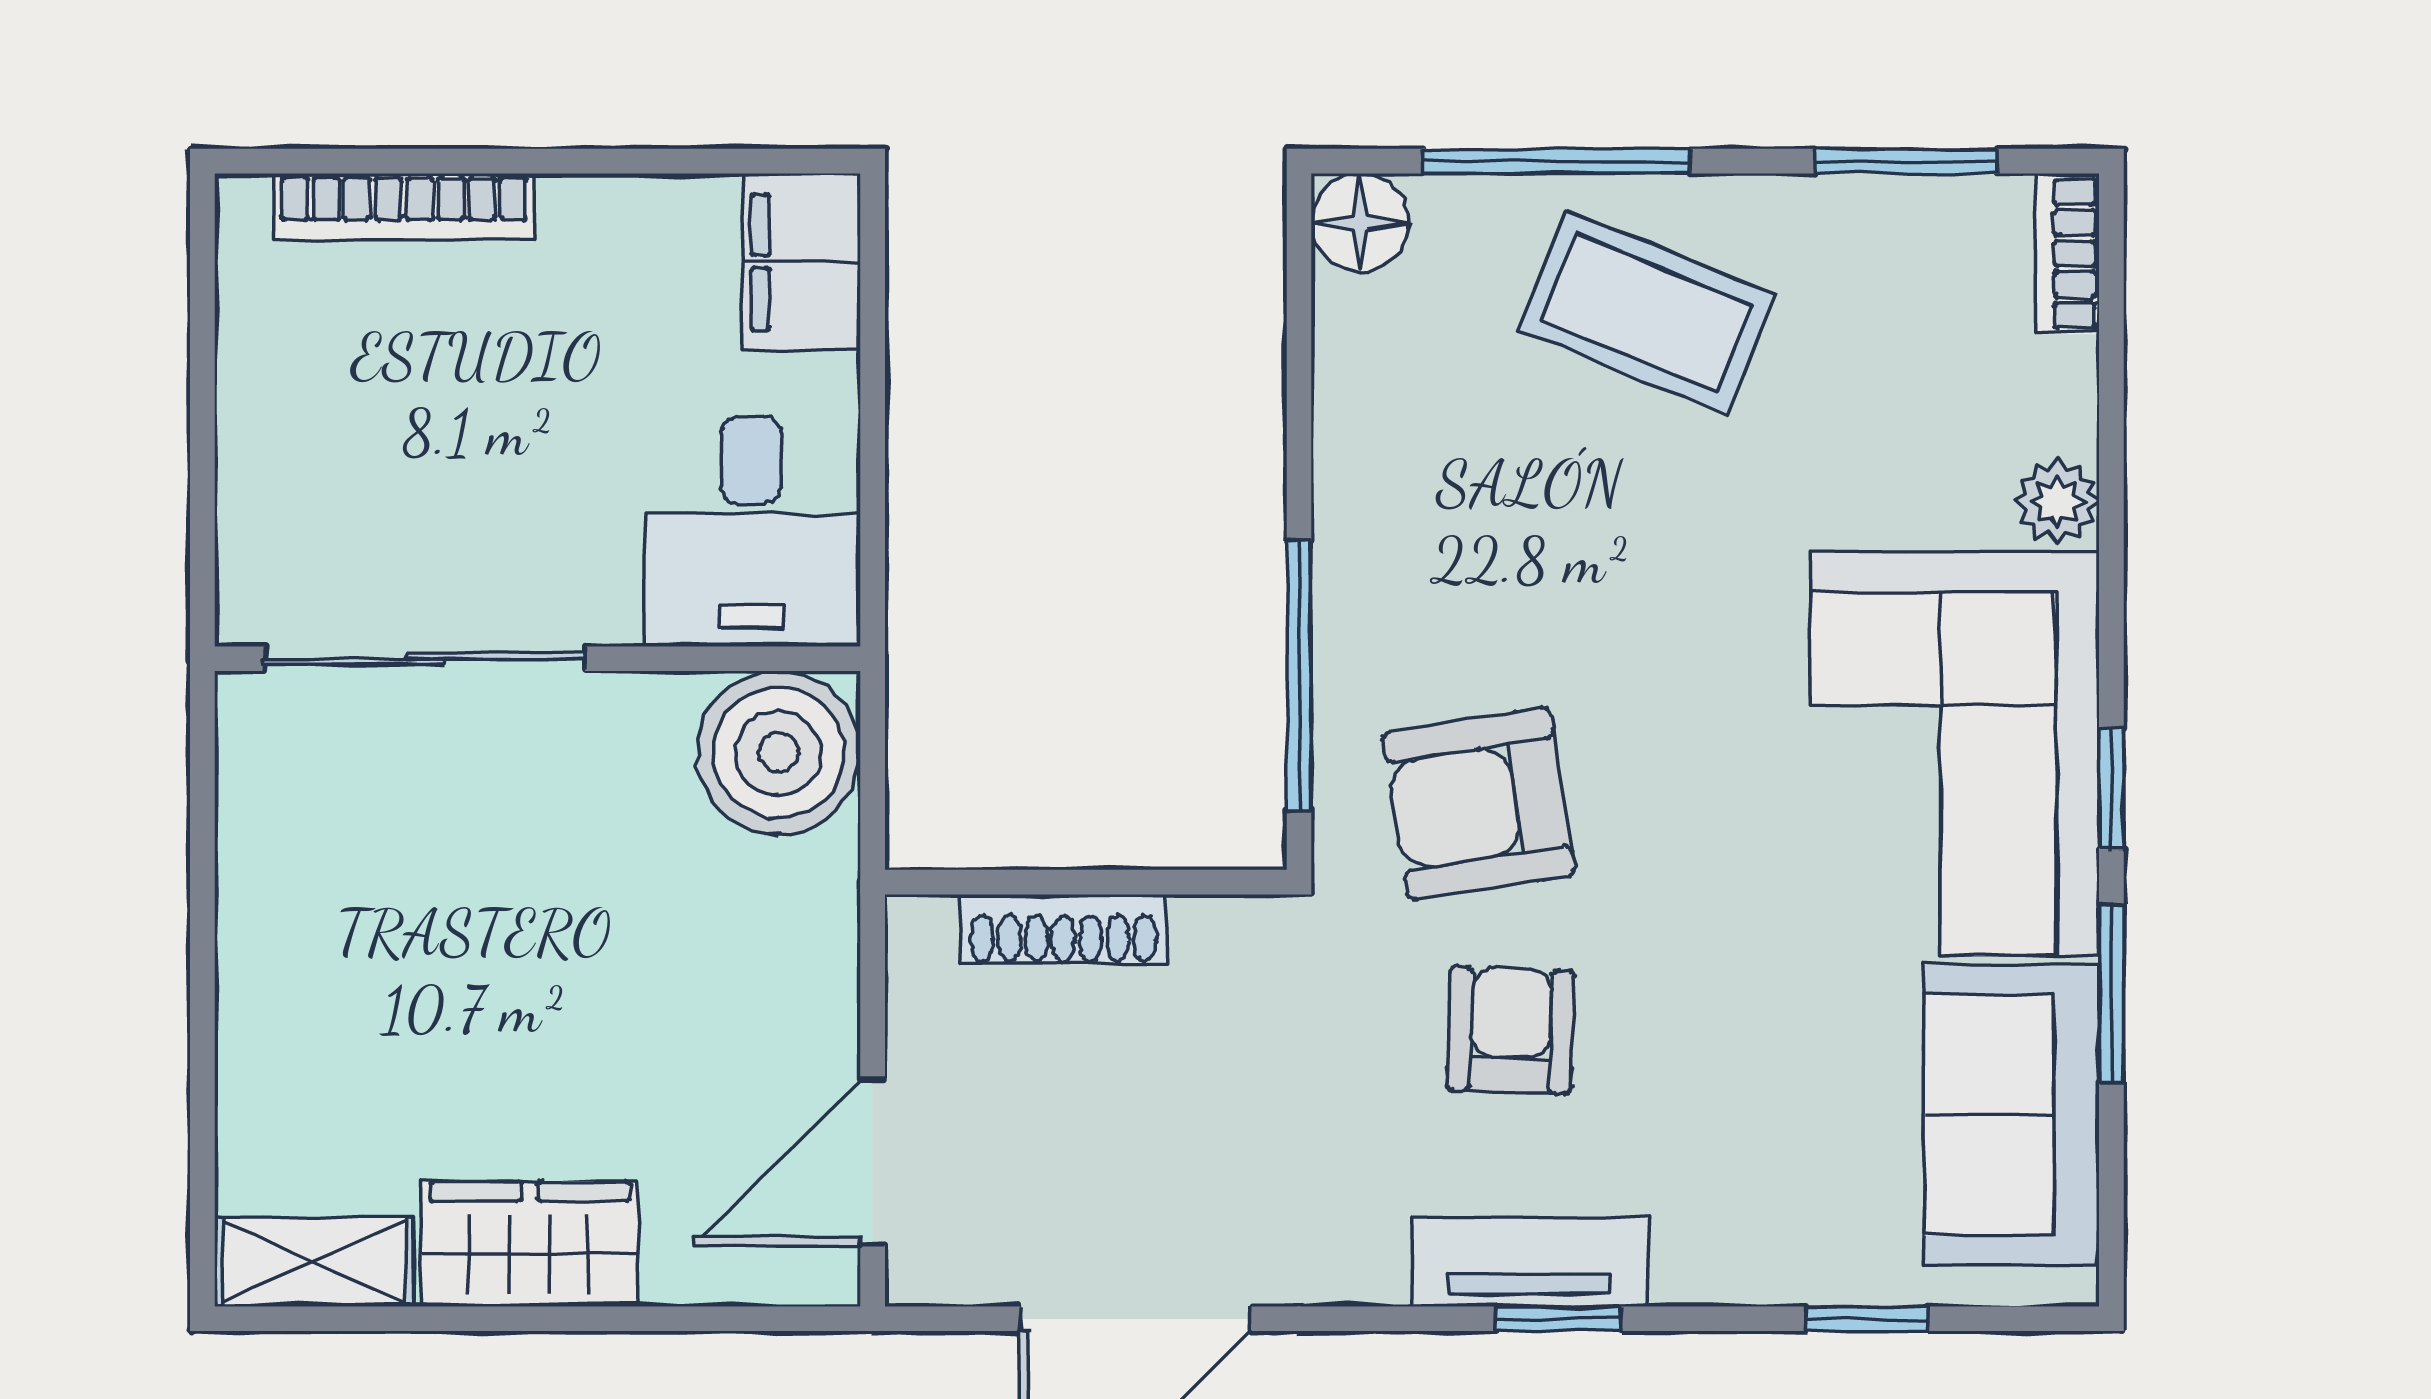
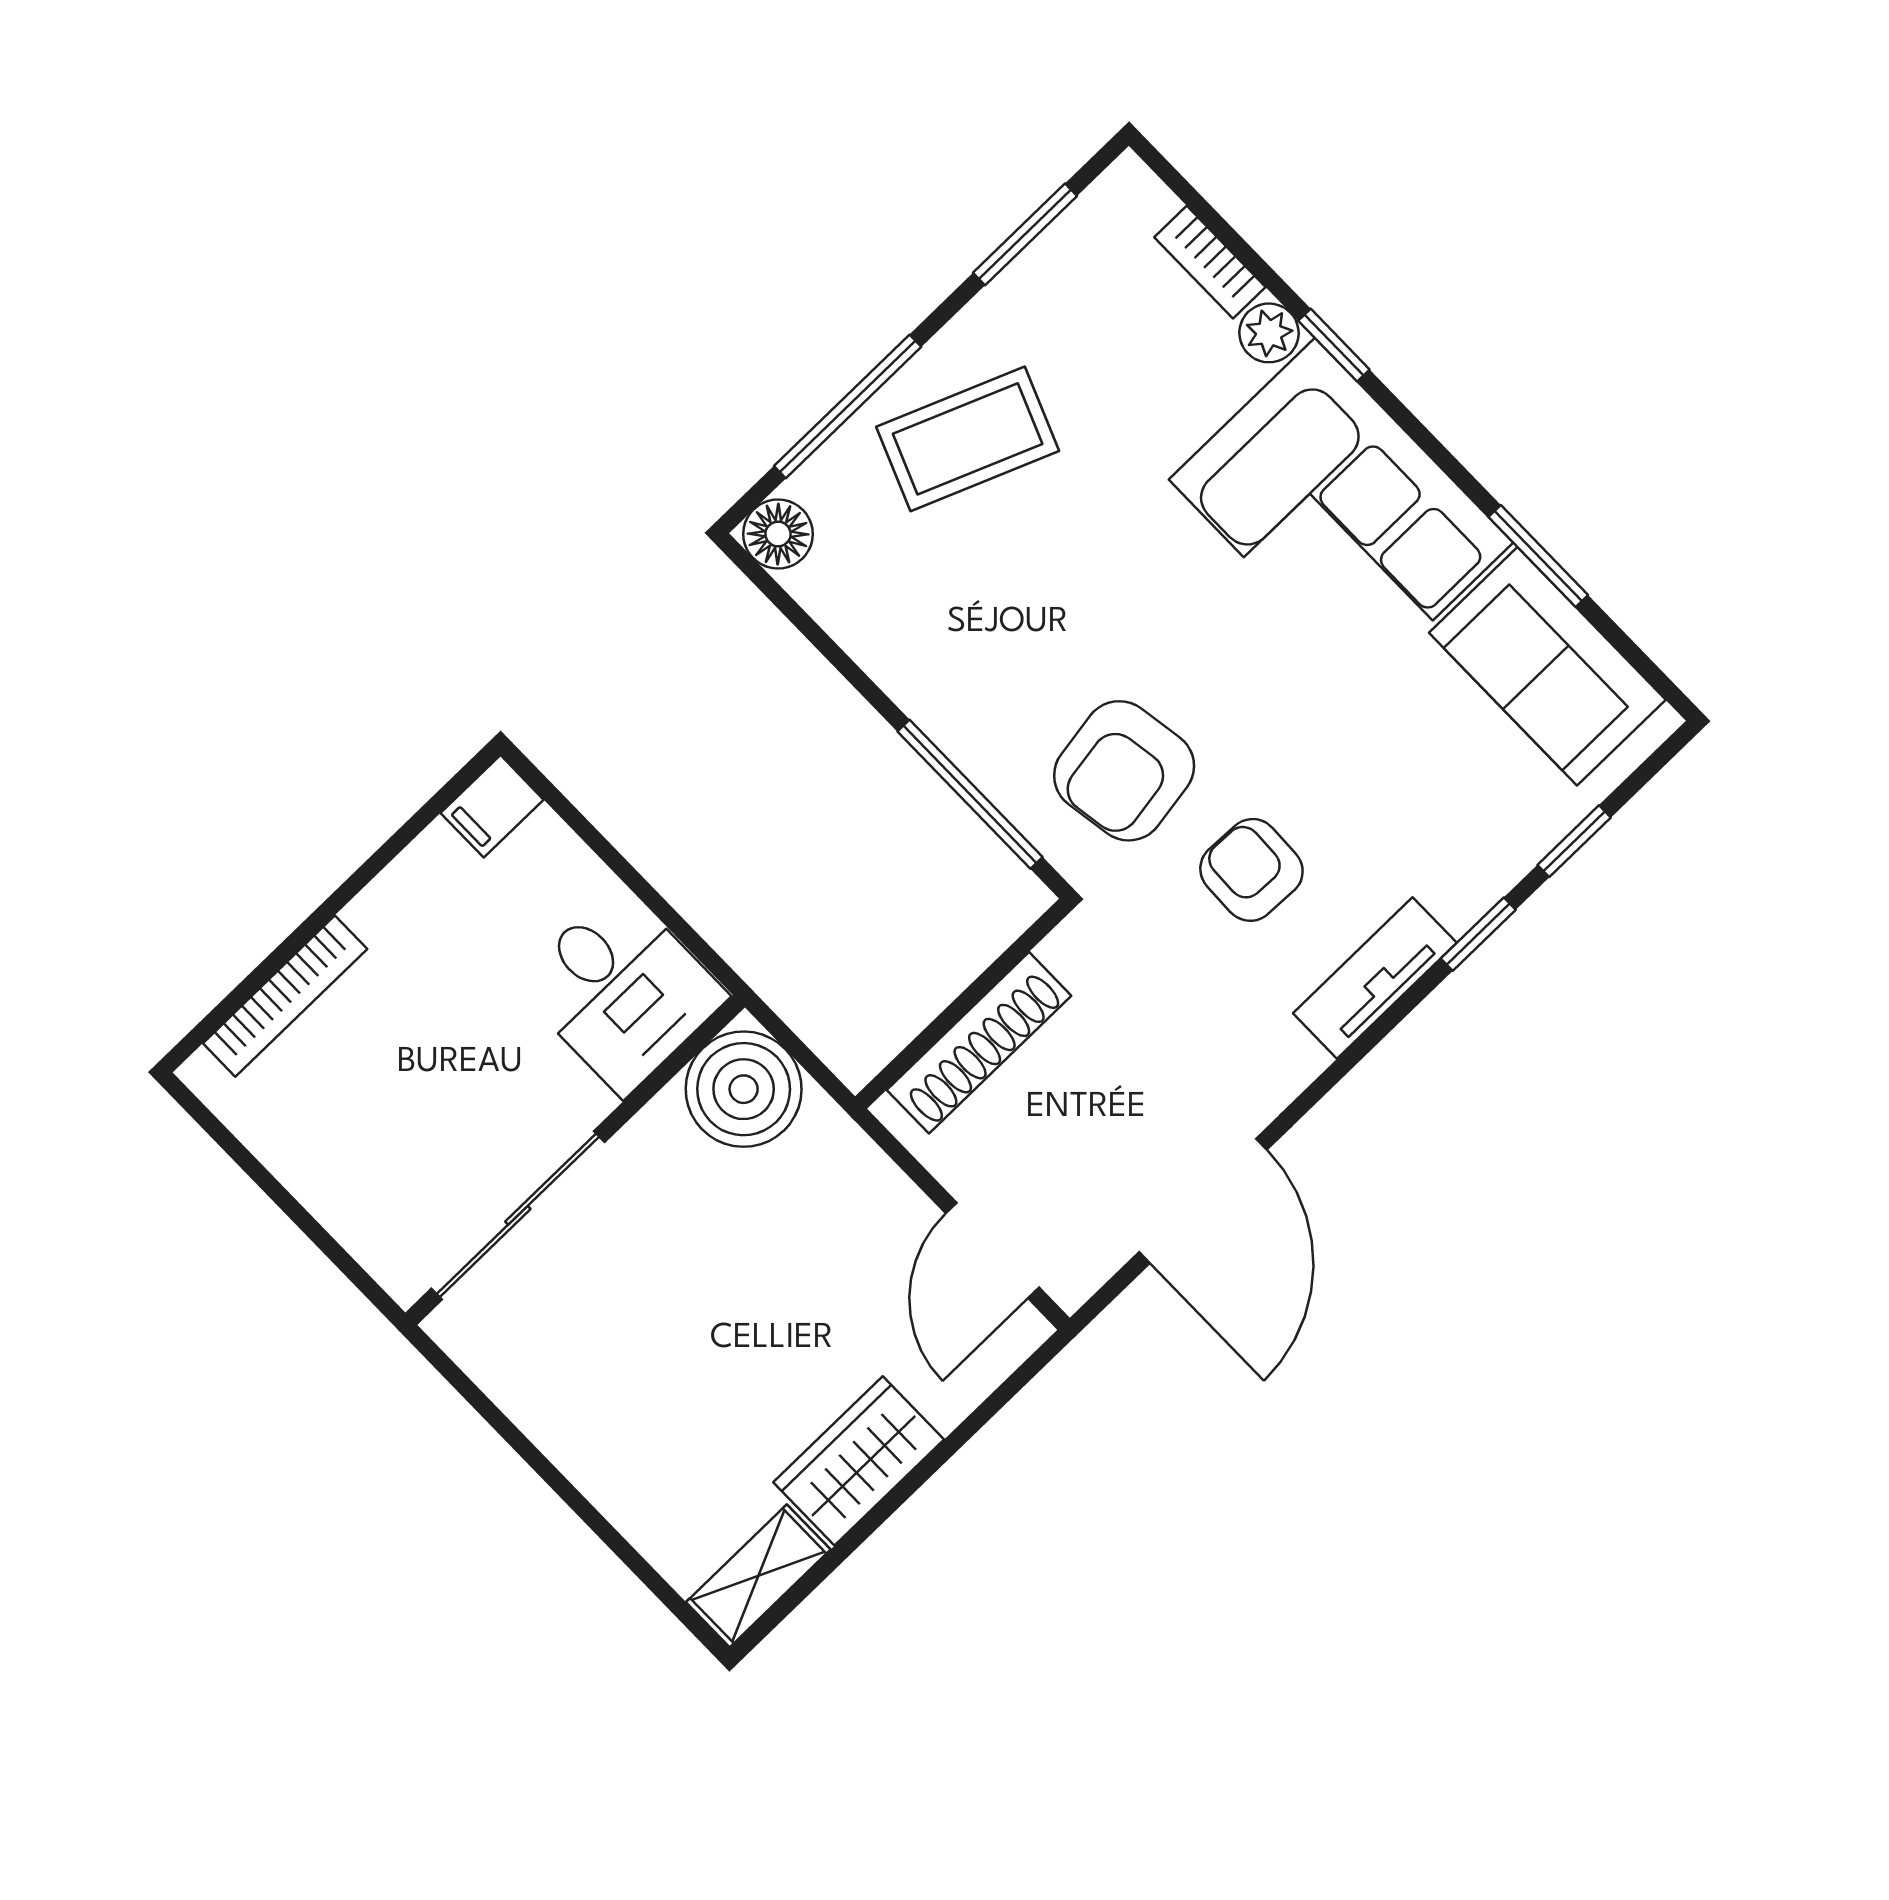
bookcase: (2067, 254) -> (1210, 262), moved
filing cabinet: (801, 262) -> (492, 806), width x0.50
window: (2111, 789) -> (1334, 345), moved
shoe rack: (1063, 929) -> (979, 1043), width x1.36, depth x1.24
window: (1558, 1319) -> (1478, 934), moved

